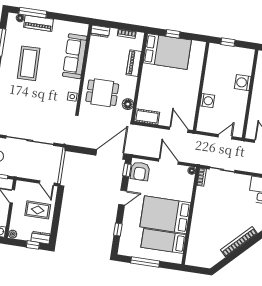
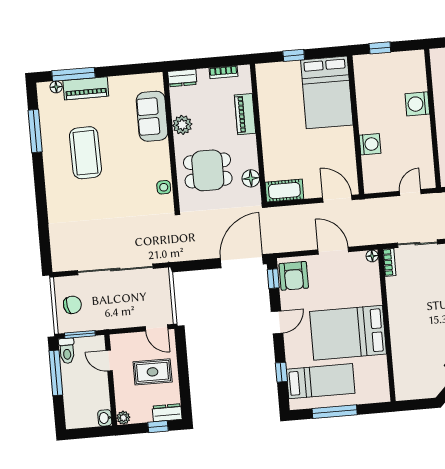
bed: (167, 51) -> (327, 92), moved, turned 90
sofa: (75, 56) -> (152, 116), width x0.73
plant: (93, 60) -> (182, 125), added
bed: (163, 241) -> (321, 381), moved, turned 180

